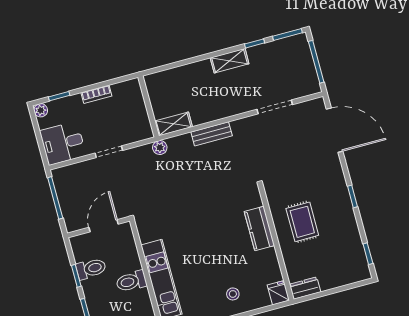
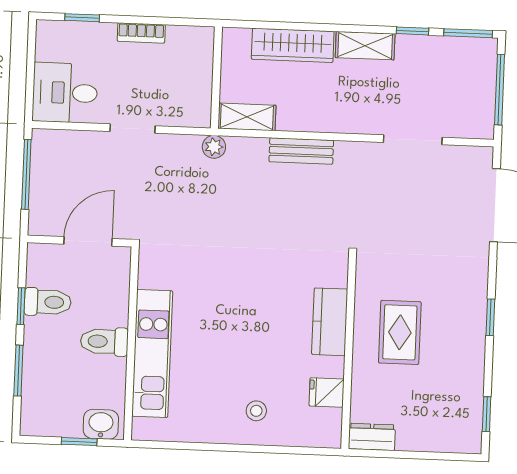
wardrobe: (187, 74) -> (293, 45), added
plant: (41, 110) -> (47, 31), removed
fridge: (278, 293) -> (327, 392), moved, turned -90

